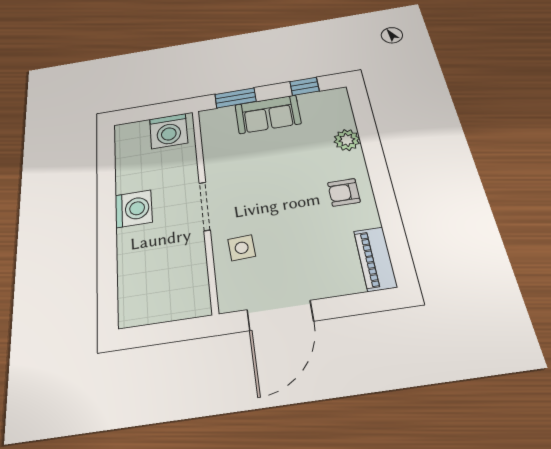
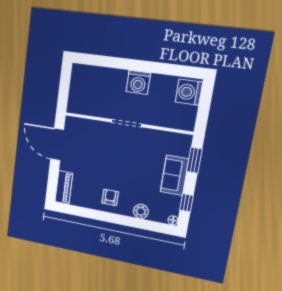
floor lamp: (340, 94) -> (173, 220), added
washing machine: (169, 131) -> (189, 92), moved
side table: (242, 248) -> (96, 136), removed
piano: (375, 259) -> (64, 187), moved, turned 90

